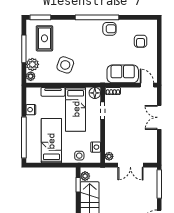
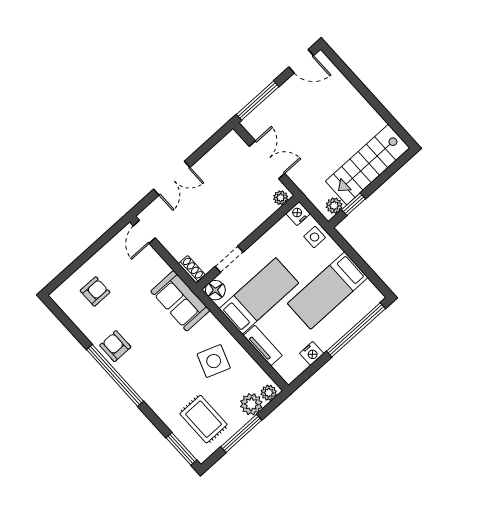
rug: (44, 38) -> (204, 419), turned 90
sofa: (123, 74) -> (180, 301), moved
nightstand: (96, 147) -> (298, 214), moved

